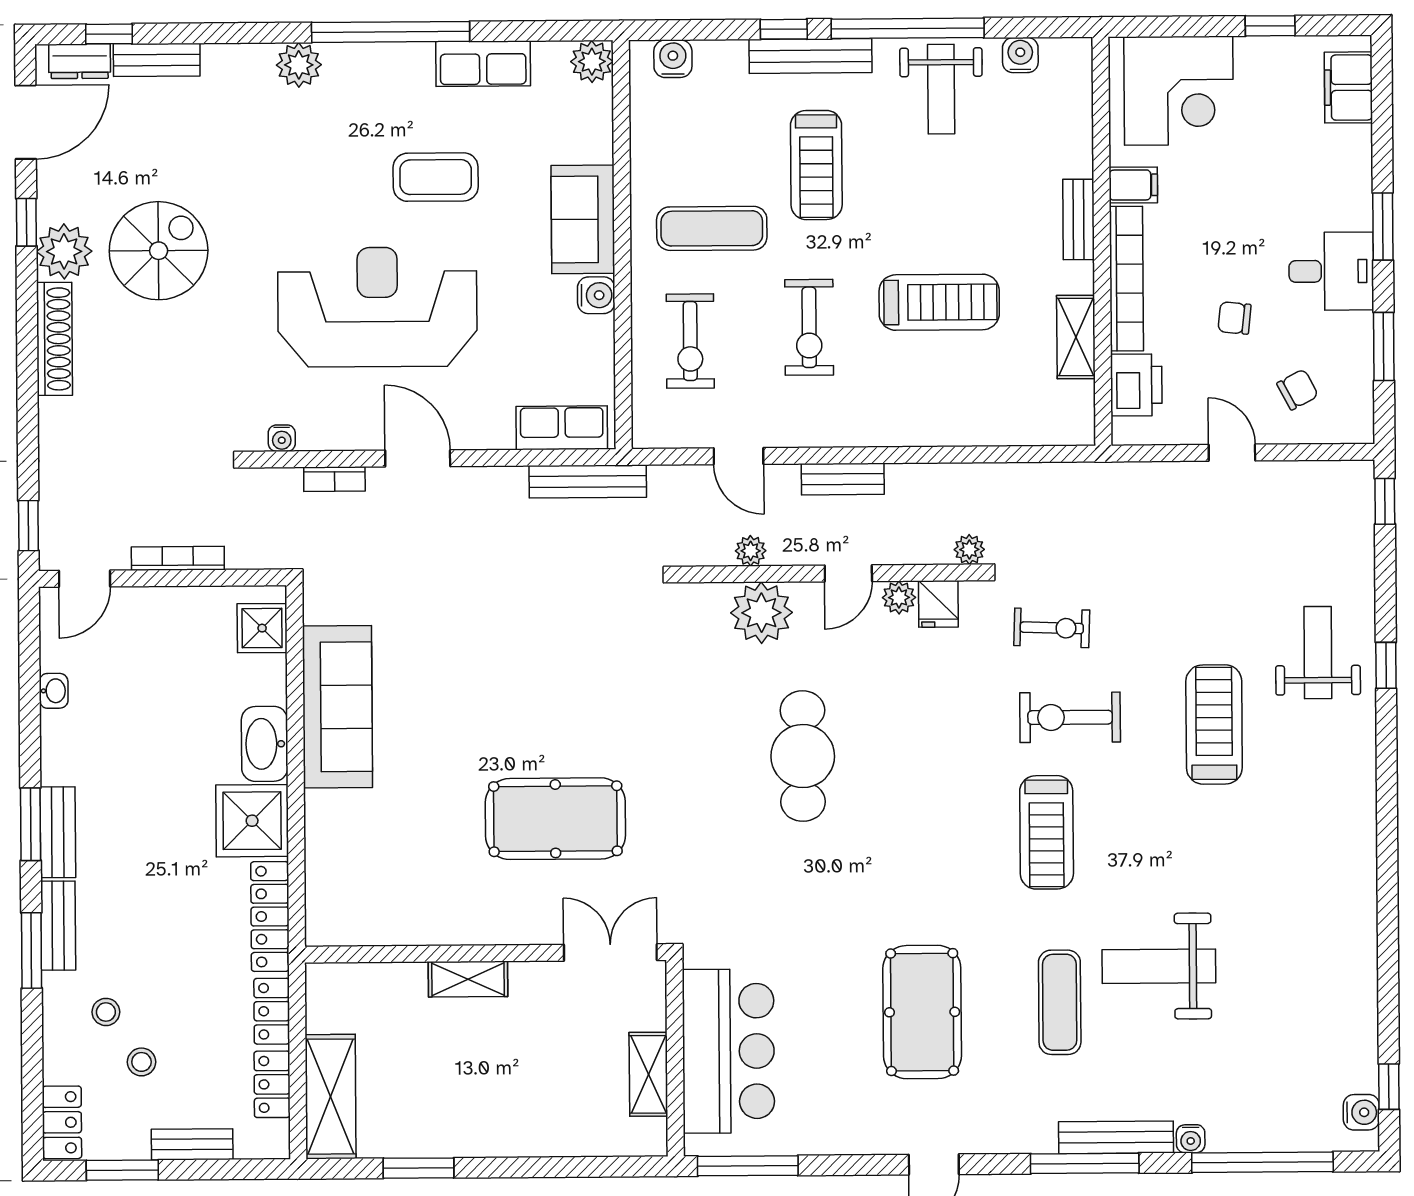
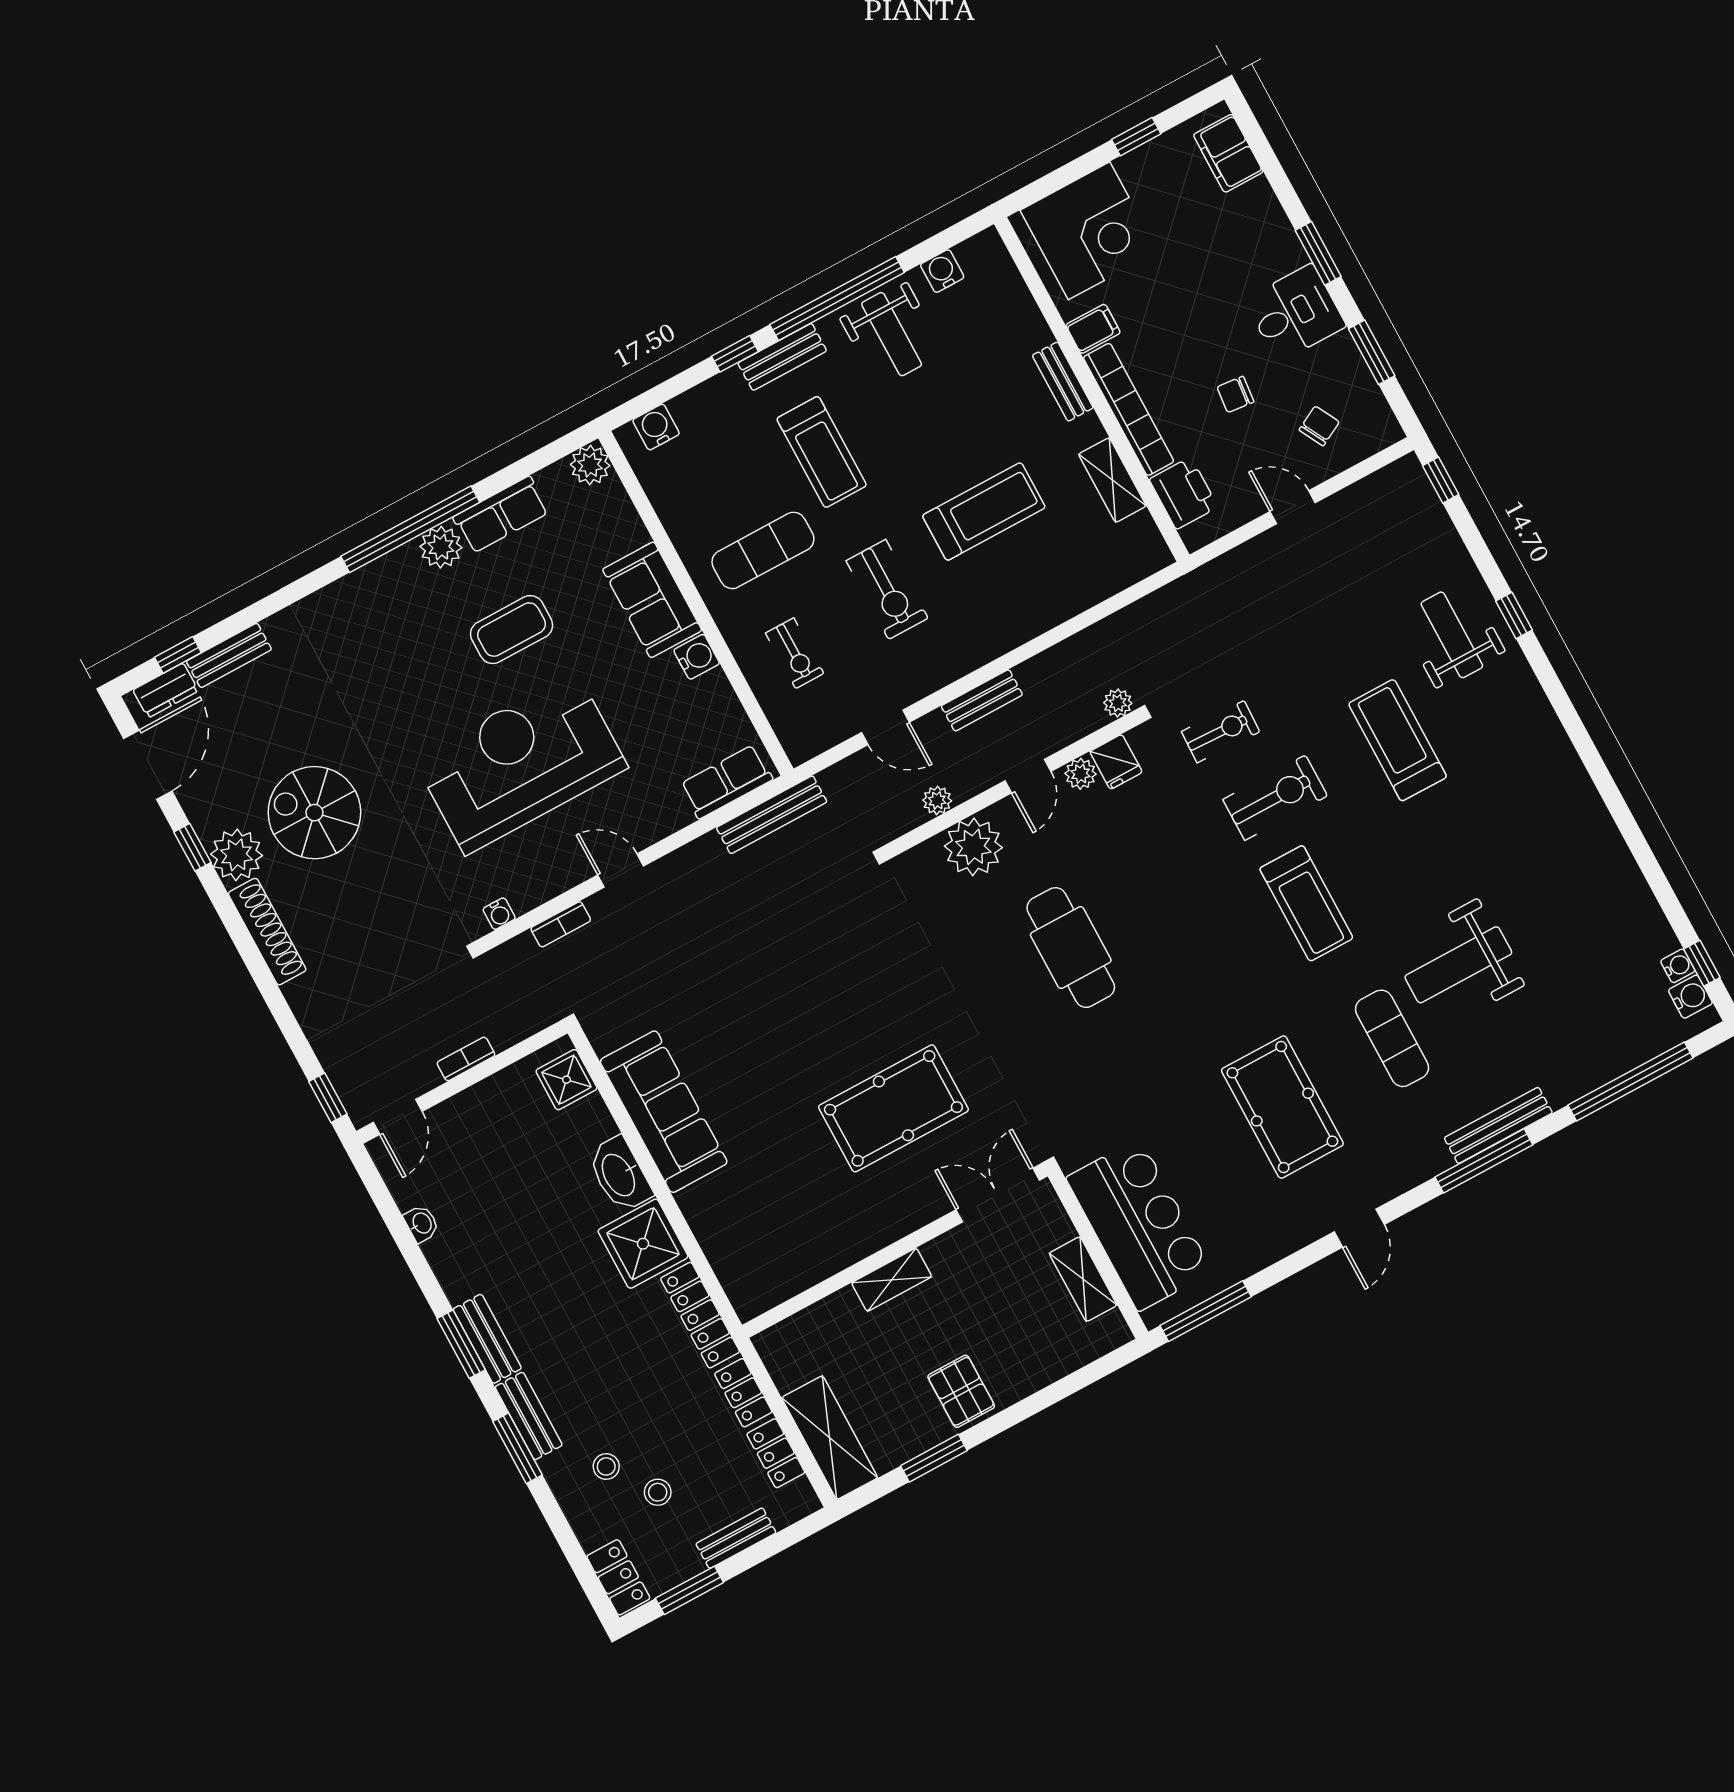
bench: (810, 56) -> (782, 357), width x0.73
plant: (299, 65) -> (441, 547), moved
spiral stairs: (159, 251) -> (314, 813), turned -90
exercise bike: (690, 341) -> (795, 653), width x0.73, depth x0.72
door: (418, 458) -> (621, 871), width x0.73
bookcase: (178, 558) -> (466, 1059), width x0.64
exercise bike: (1070, 717) -> (1275, 798), turned 180
pallet: (478, 1119) -> (961, 1391), added
water cooler: (1191, 1139) -> (1678, 966), moved, turned -90

